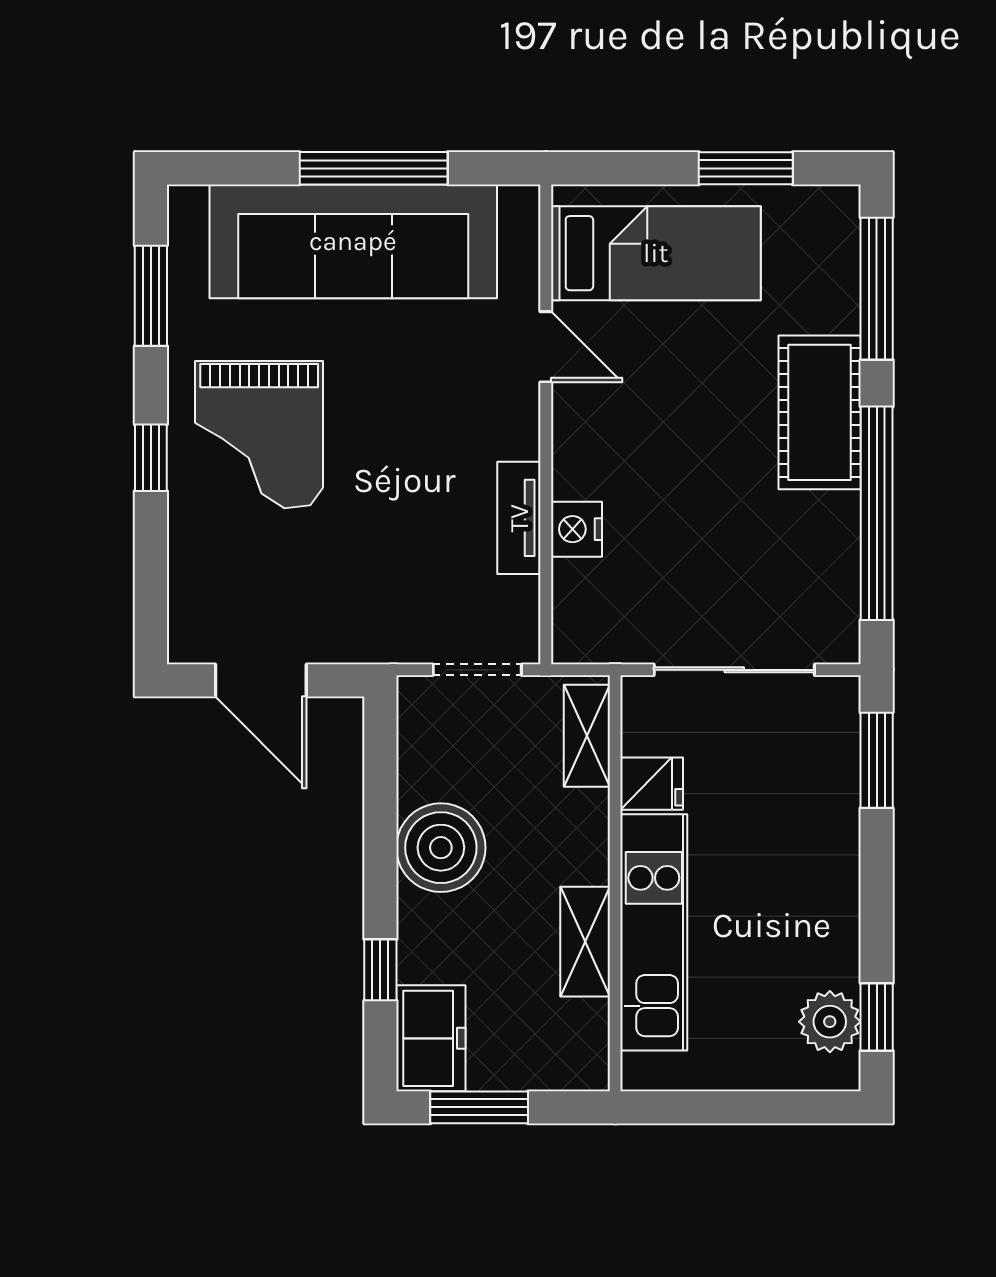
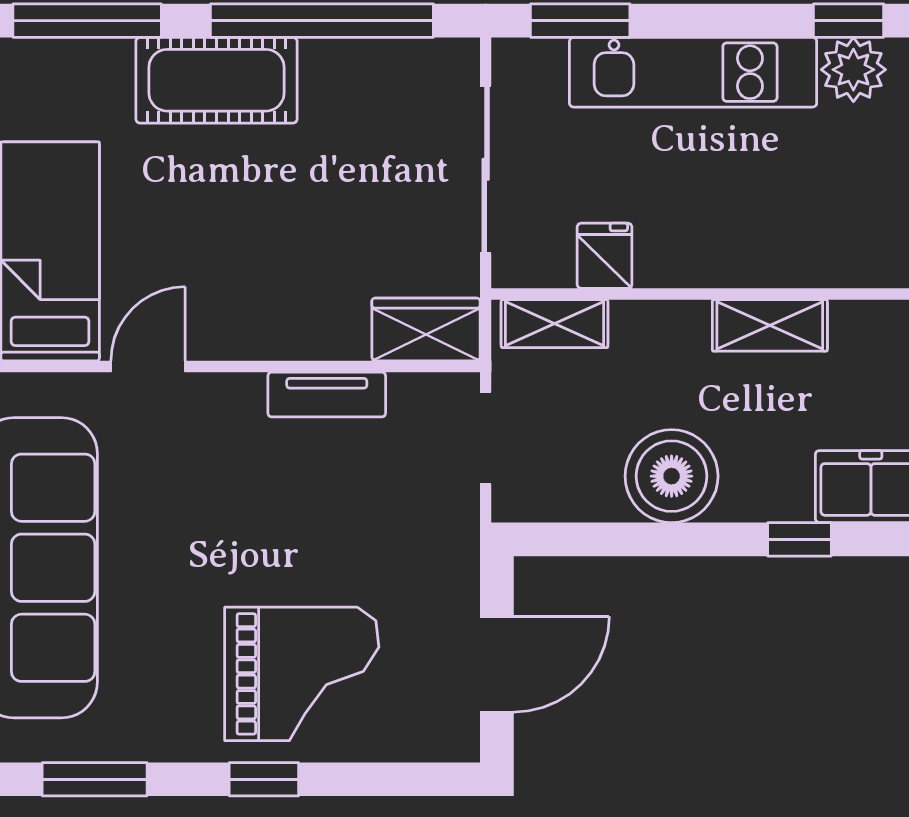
grand piano: (259, 435) -> (302, 674), moved
nightstand: (576, 529) -> (339, 334), removed
wardrobe: (581, 613) -> (426, 330), added
kitchen unit: (654, 932) -> (693, 72), moved, turned 180

